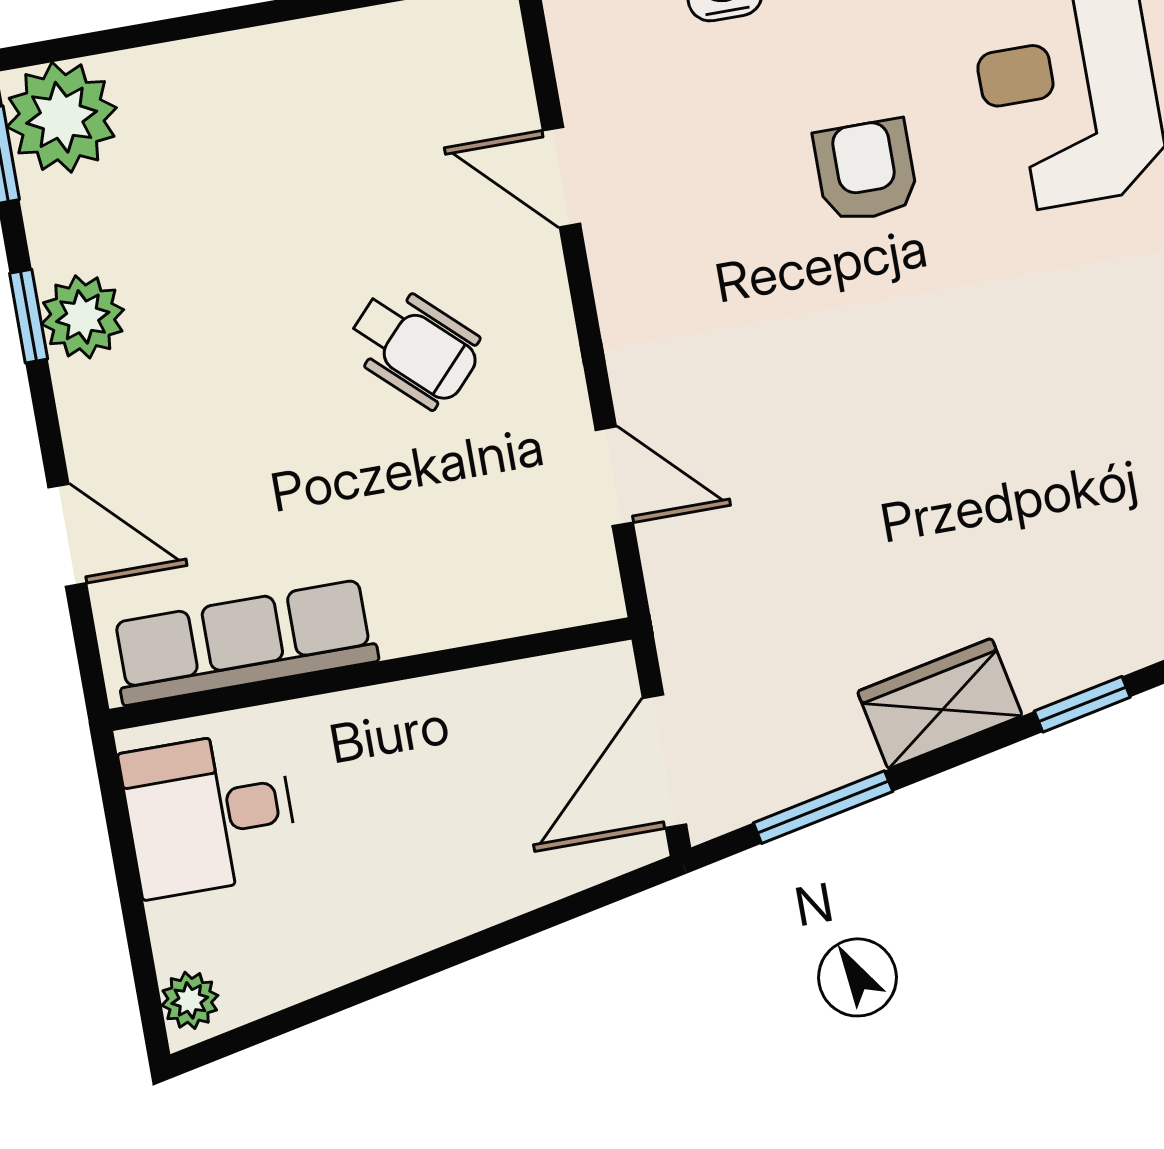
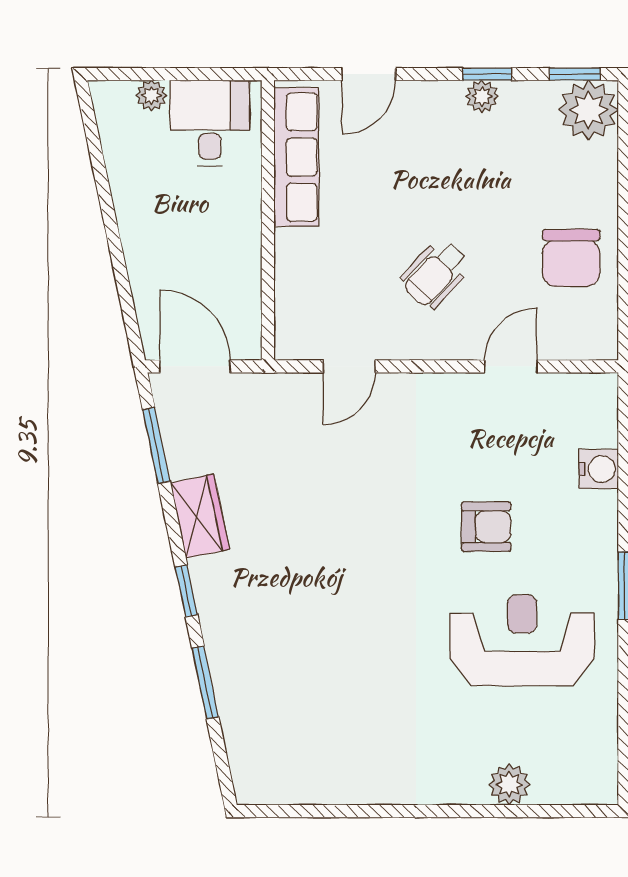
chair: (341, 101) -> (571, 258), added
plant: (83, 317) -> (482, 96), width x0.73, depth x0.73
plant: (190, 1000) -> (151, 95), moved

